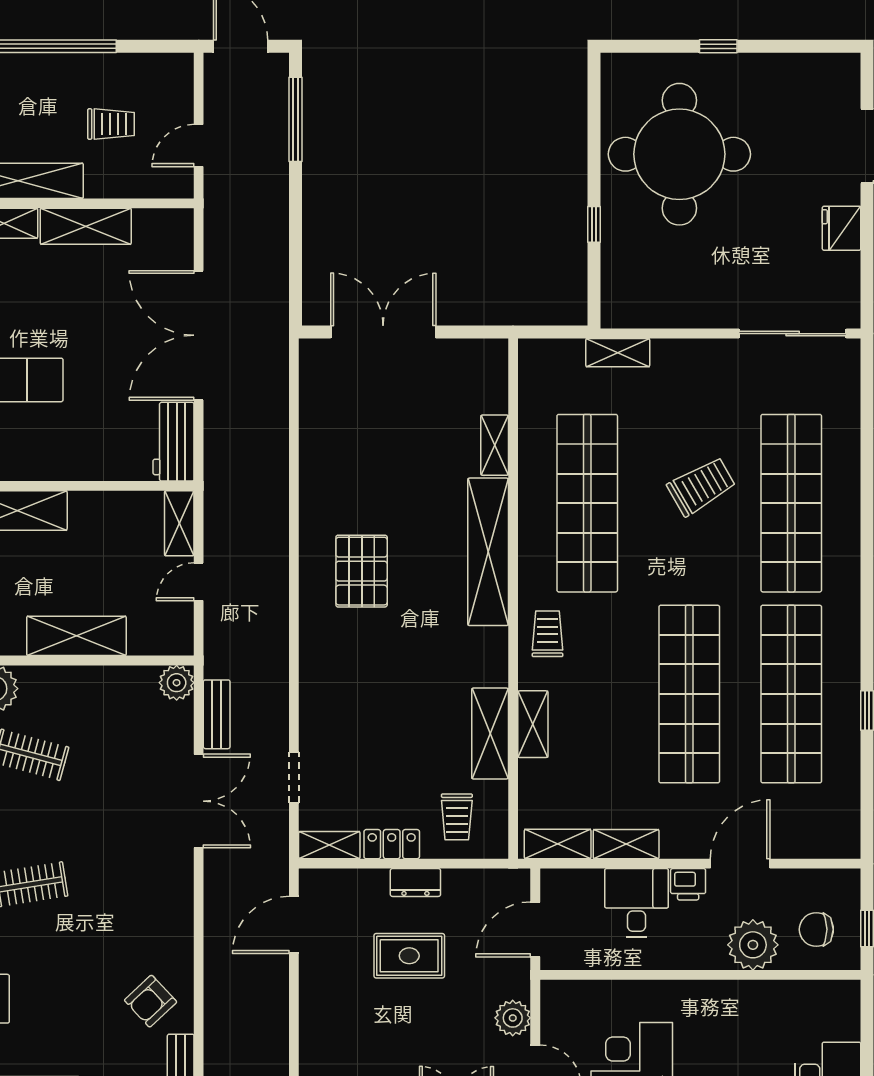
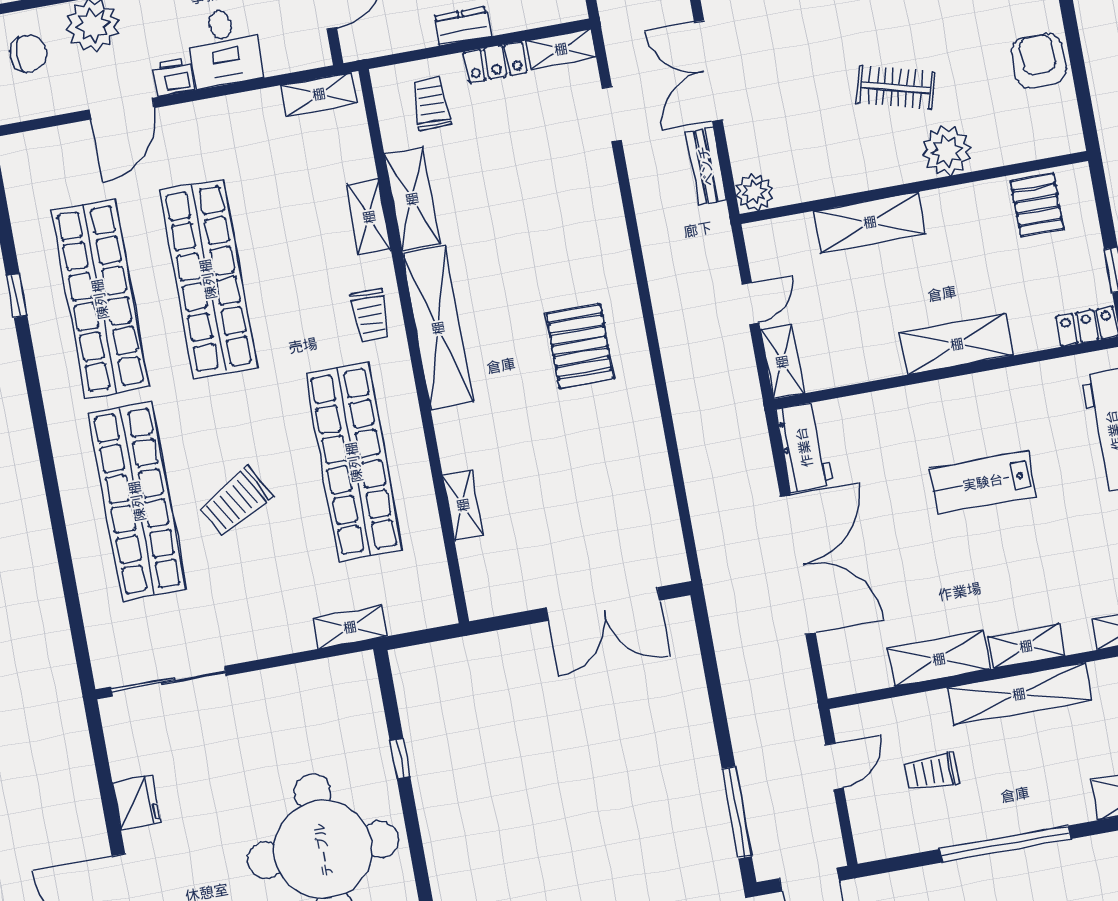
shelving: (488, 552) -> (438, 328), moved
shelving: (626, 844) -> (246, 107), removed

